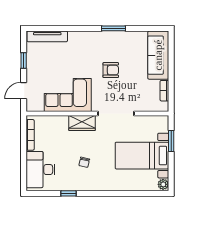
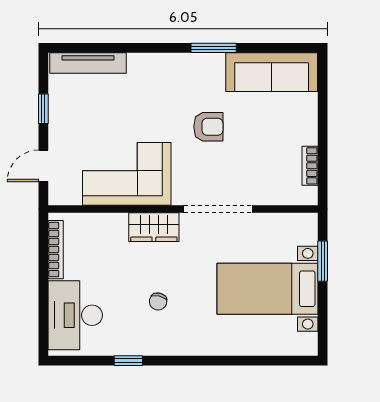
sofa: (158, 55) -> (272, 72), moved, turned -90
plant: (163, 184) -> (308, 343), removed

